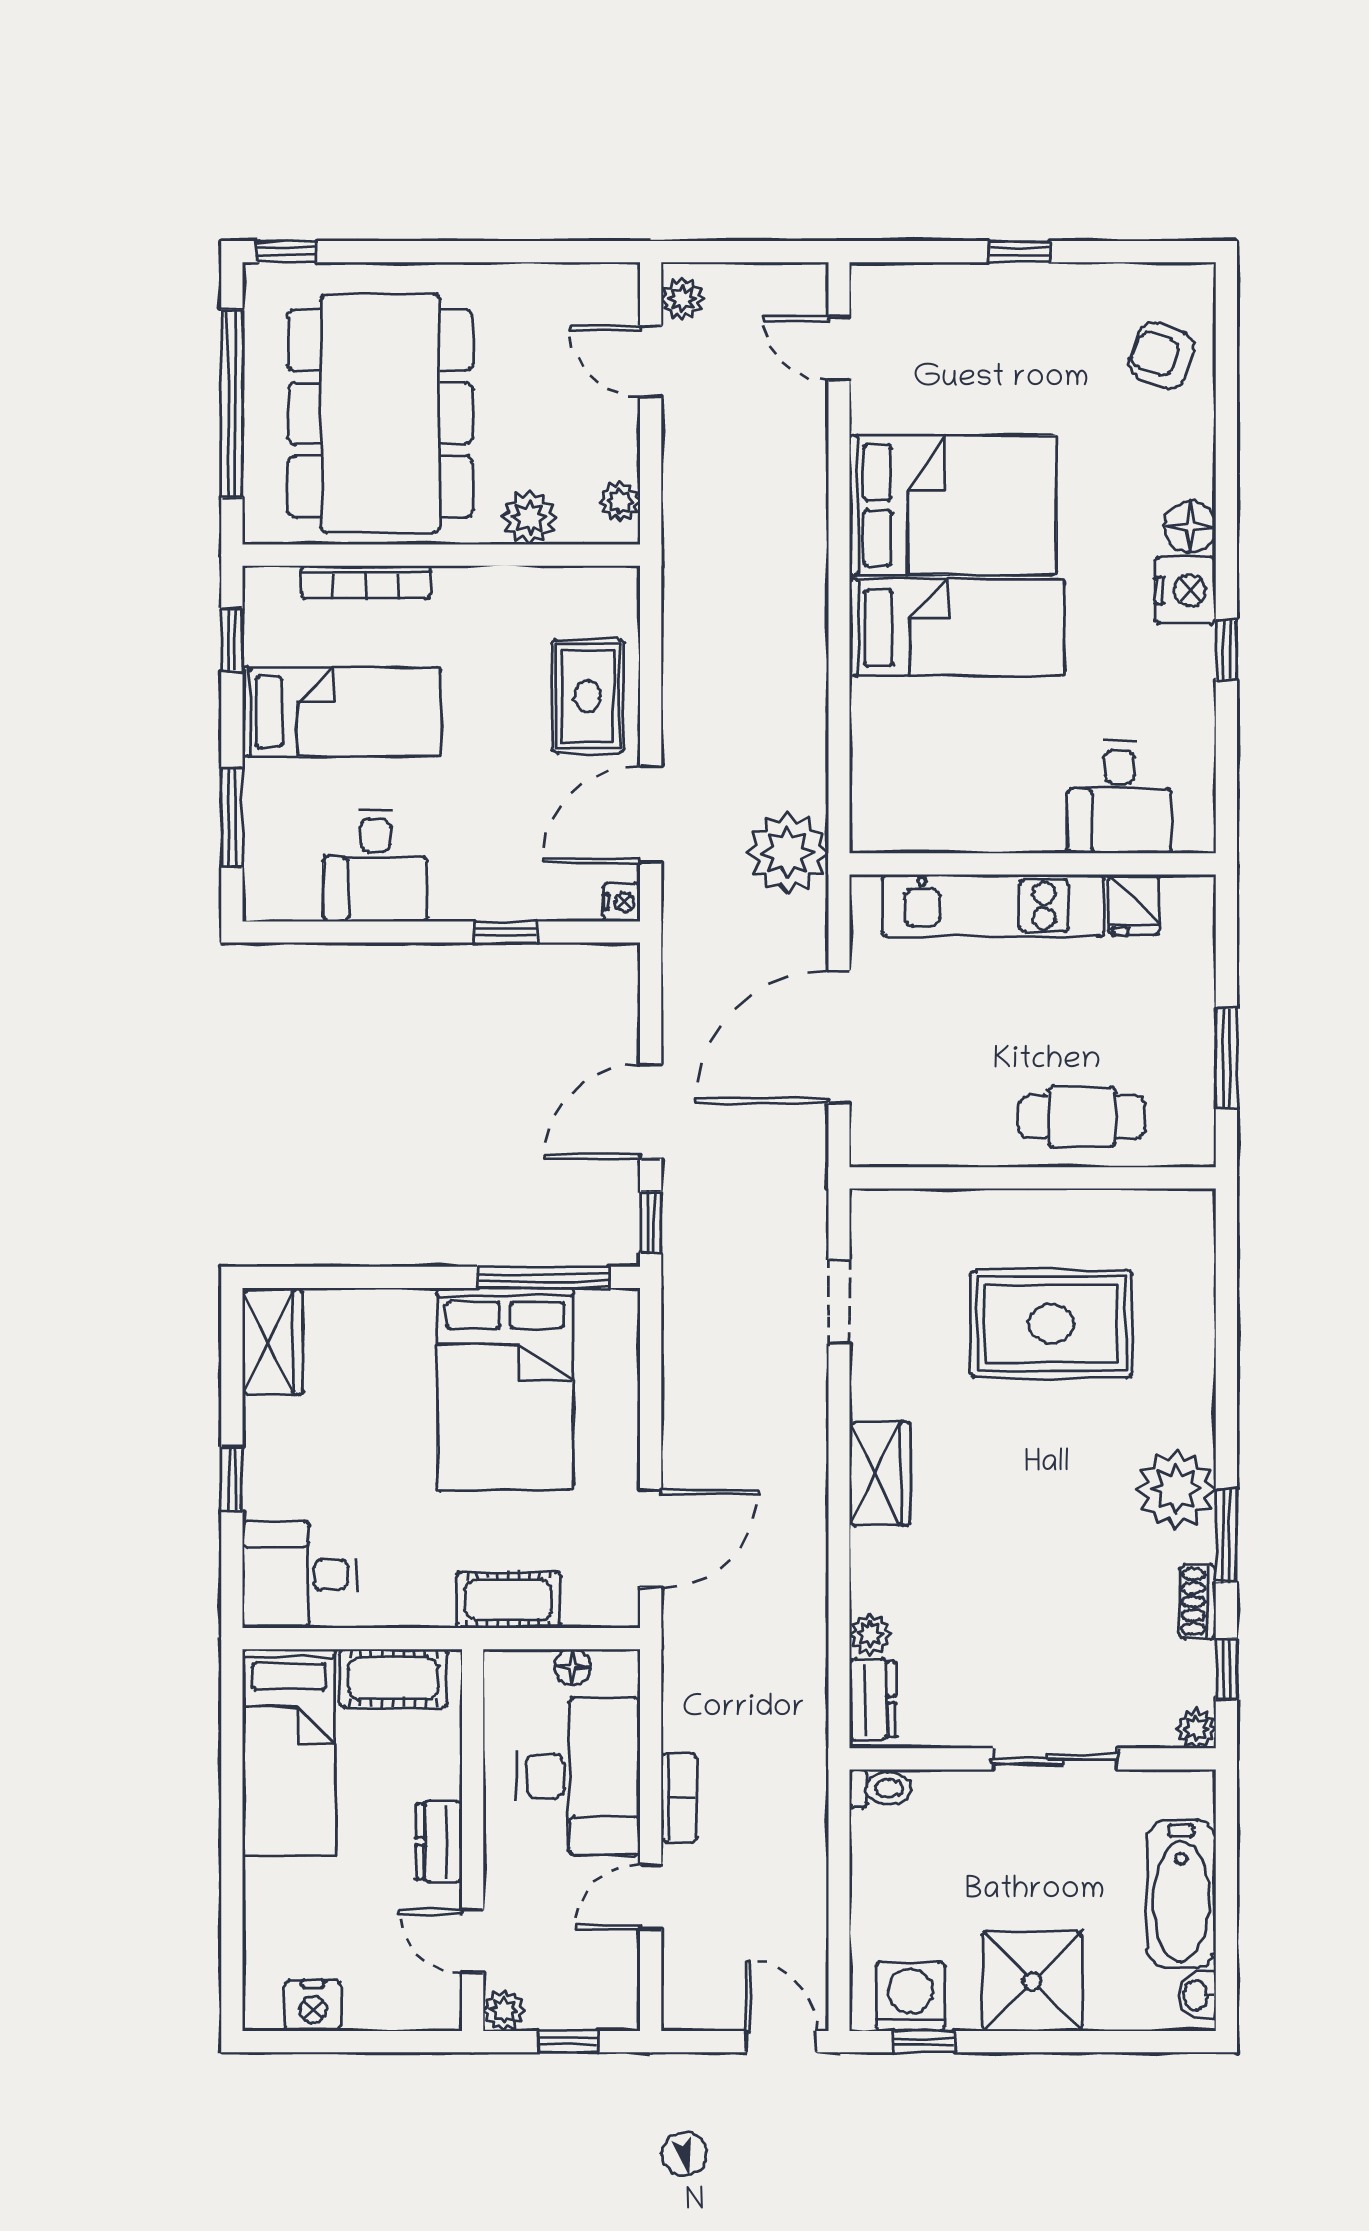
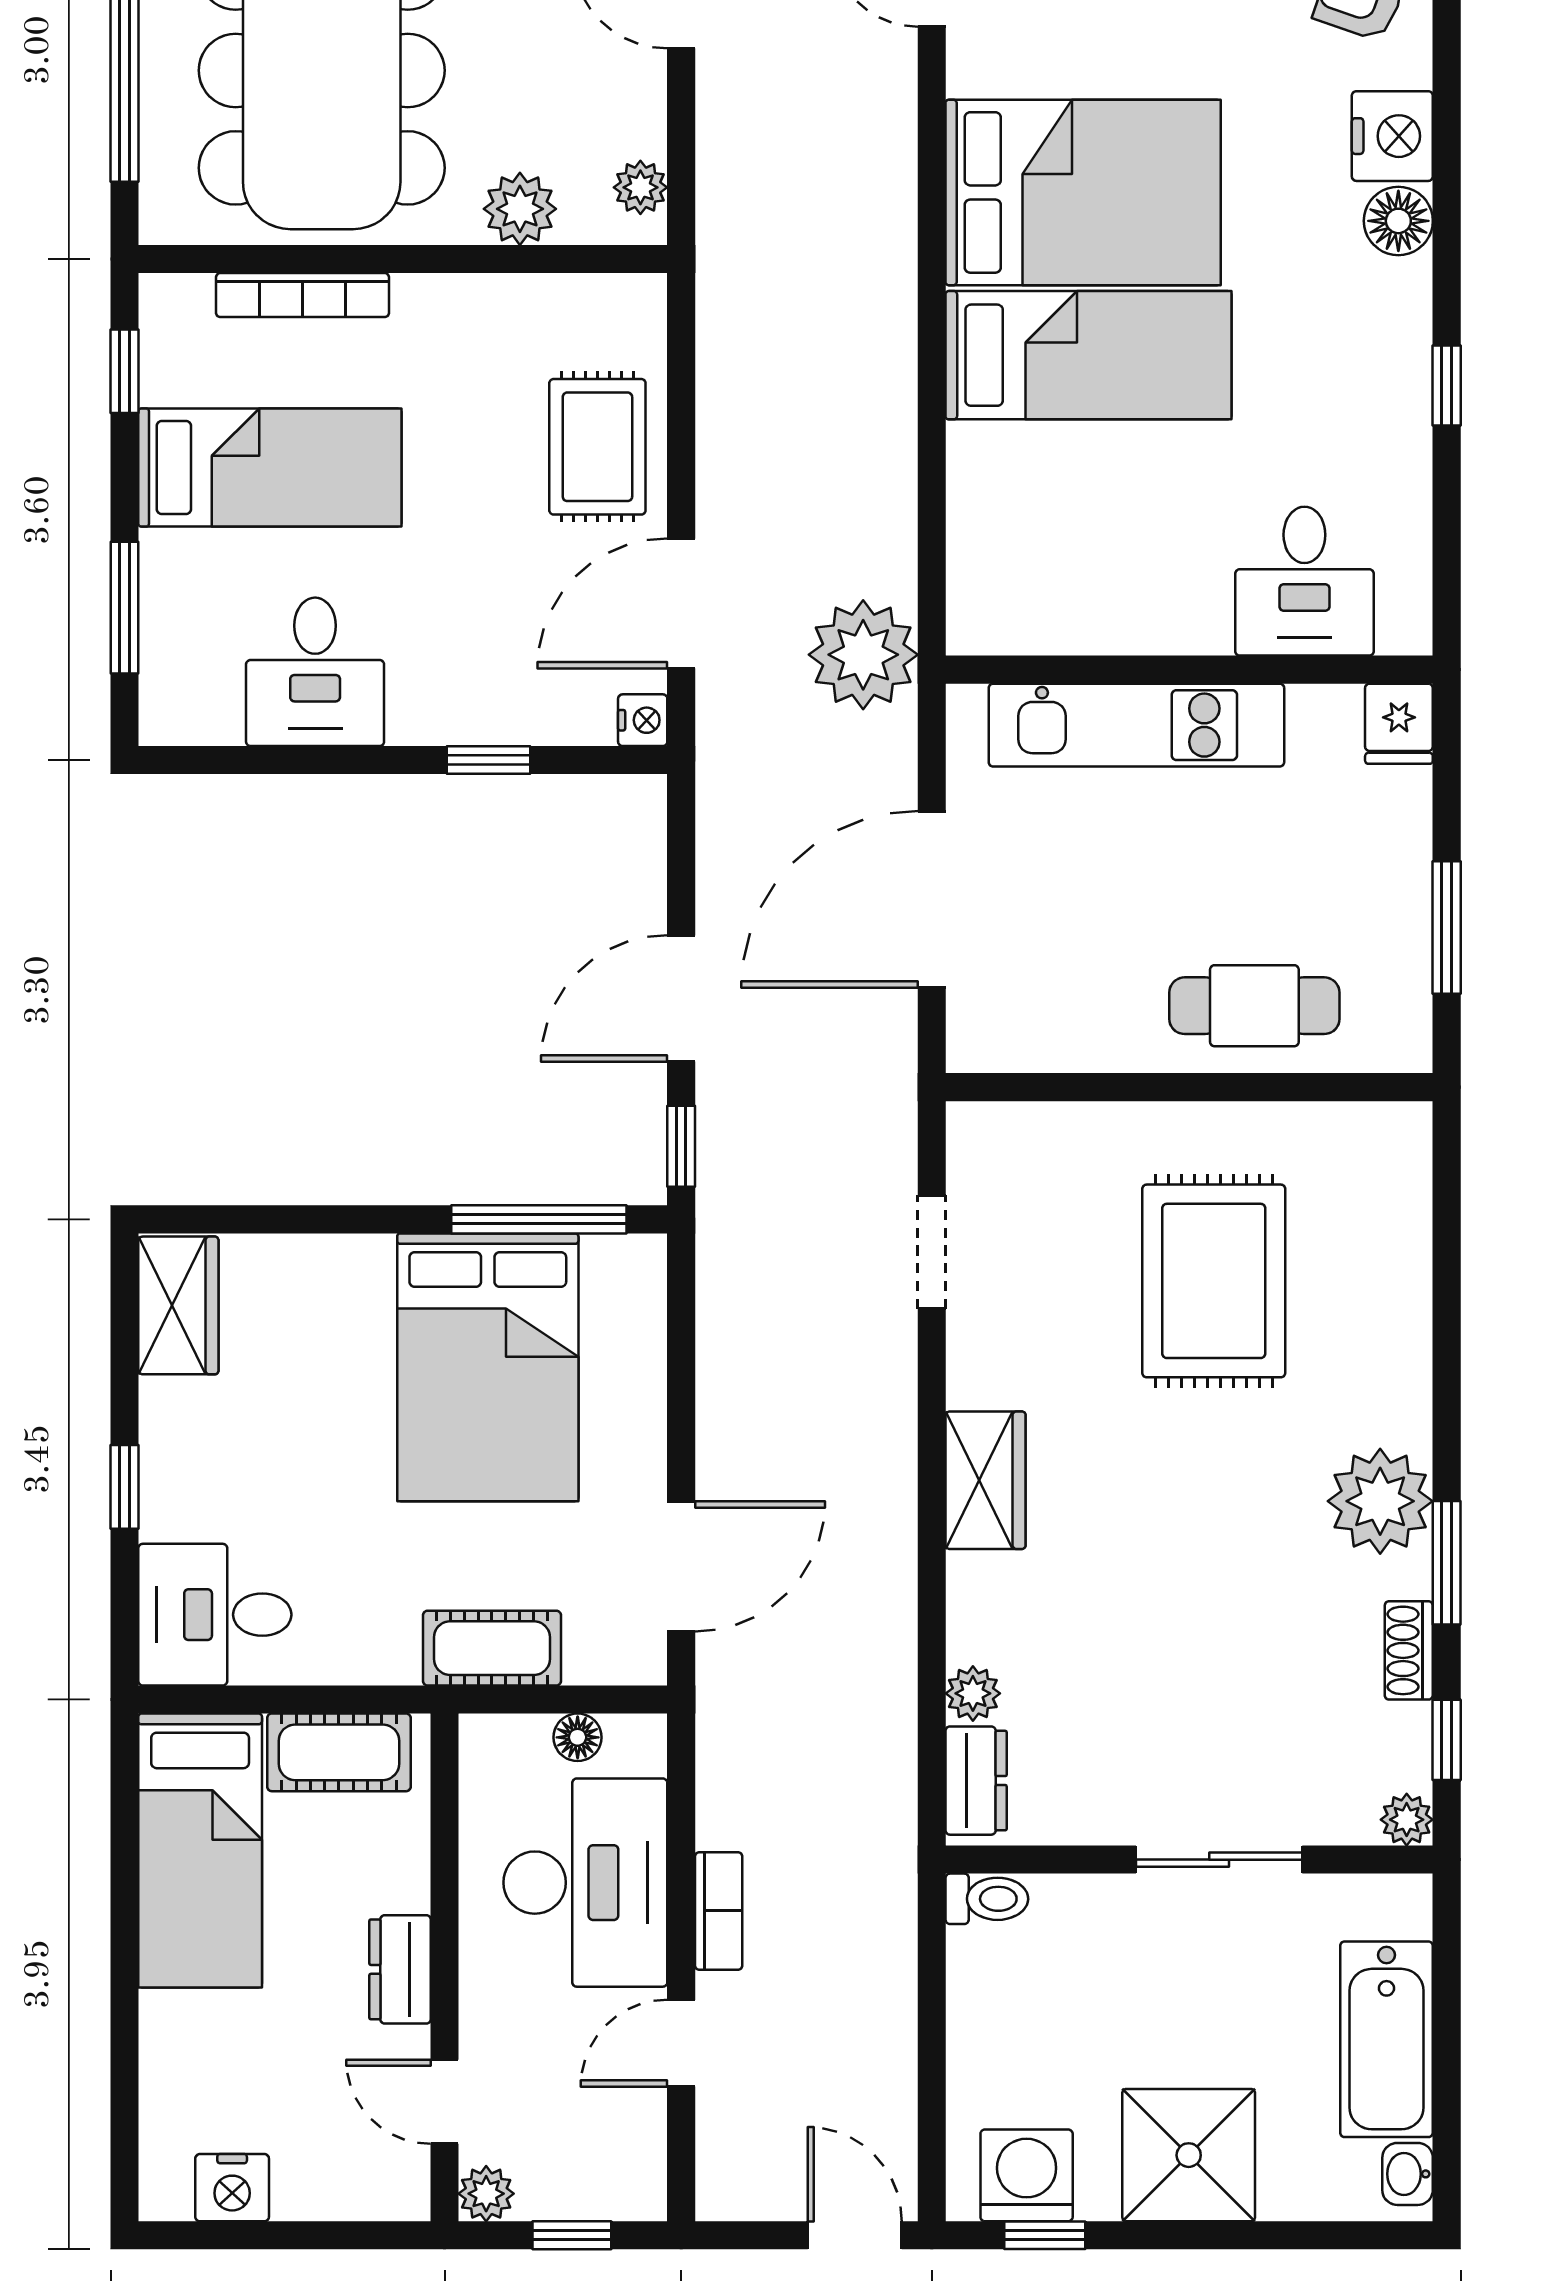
nightstand: (1185, 590) -> (1392, 136), moved
fridge: (1134, 905) -> (1399, 724), moved
rug: (1051, 1324) -> (1214, 1281), turned 90

